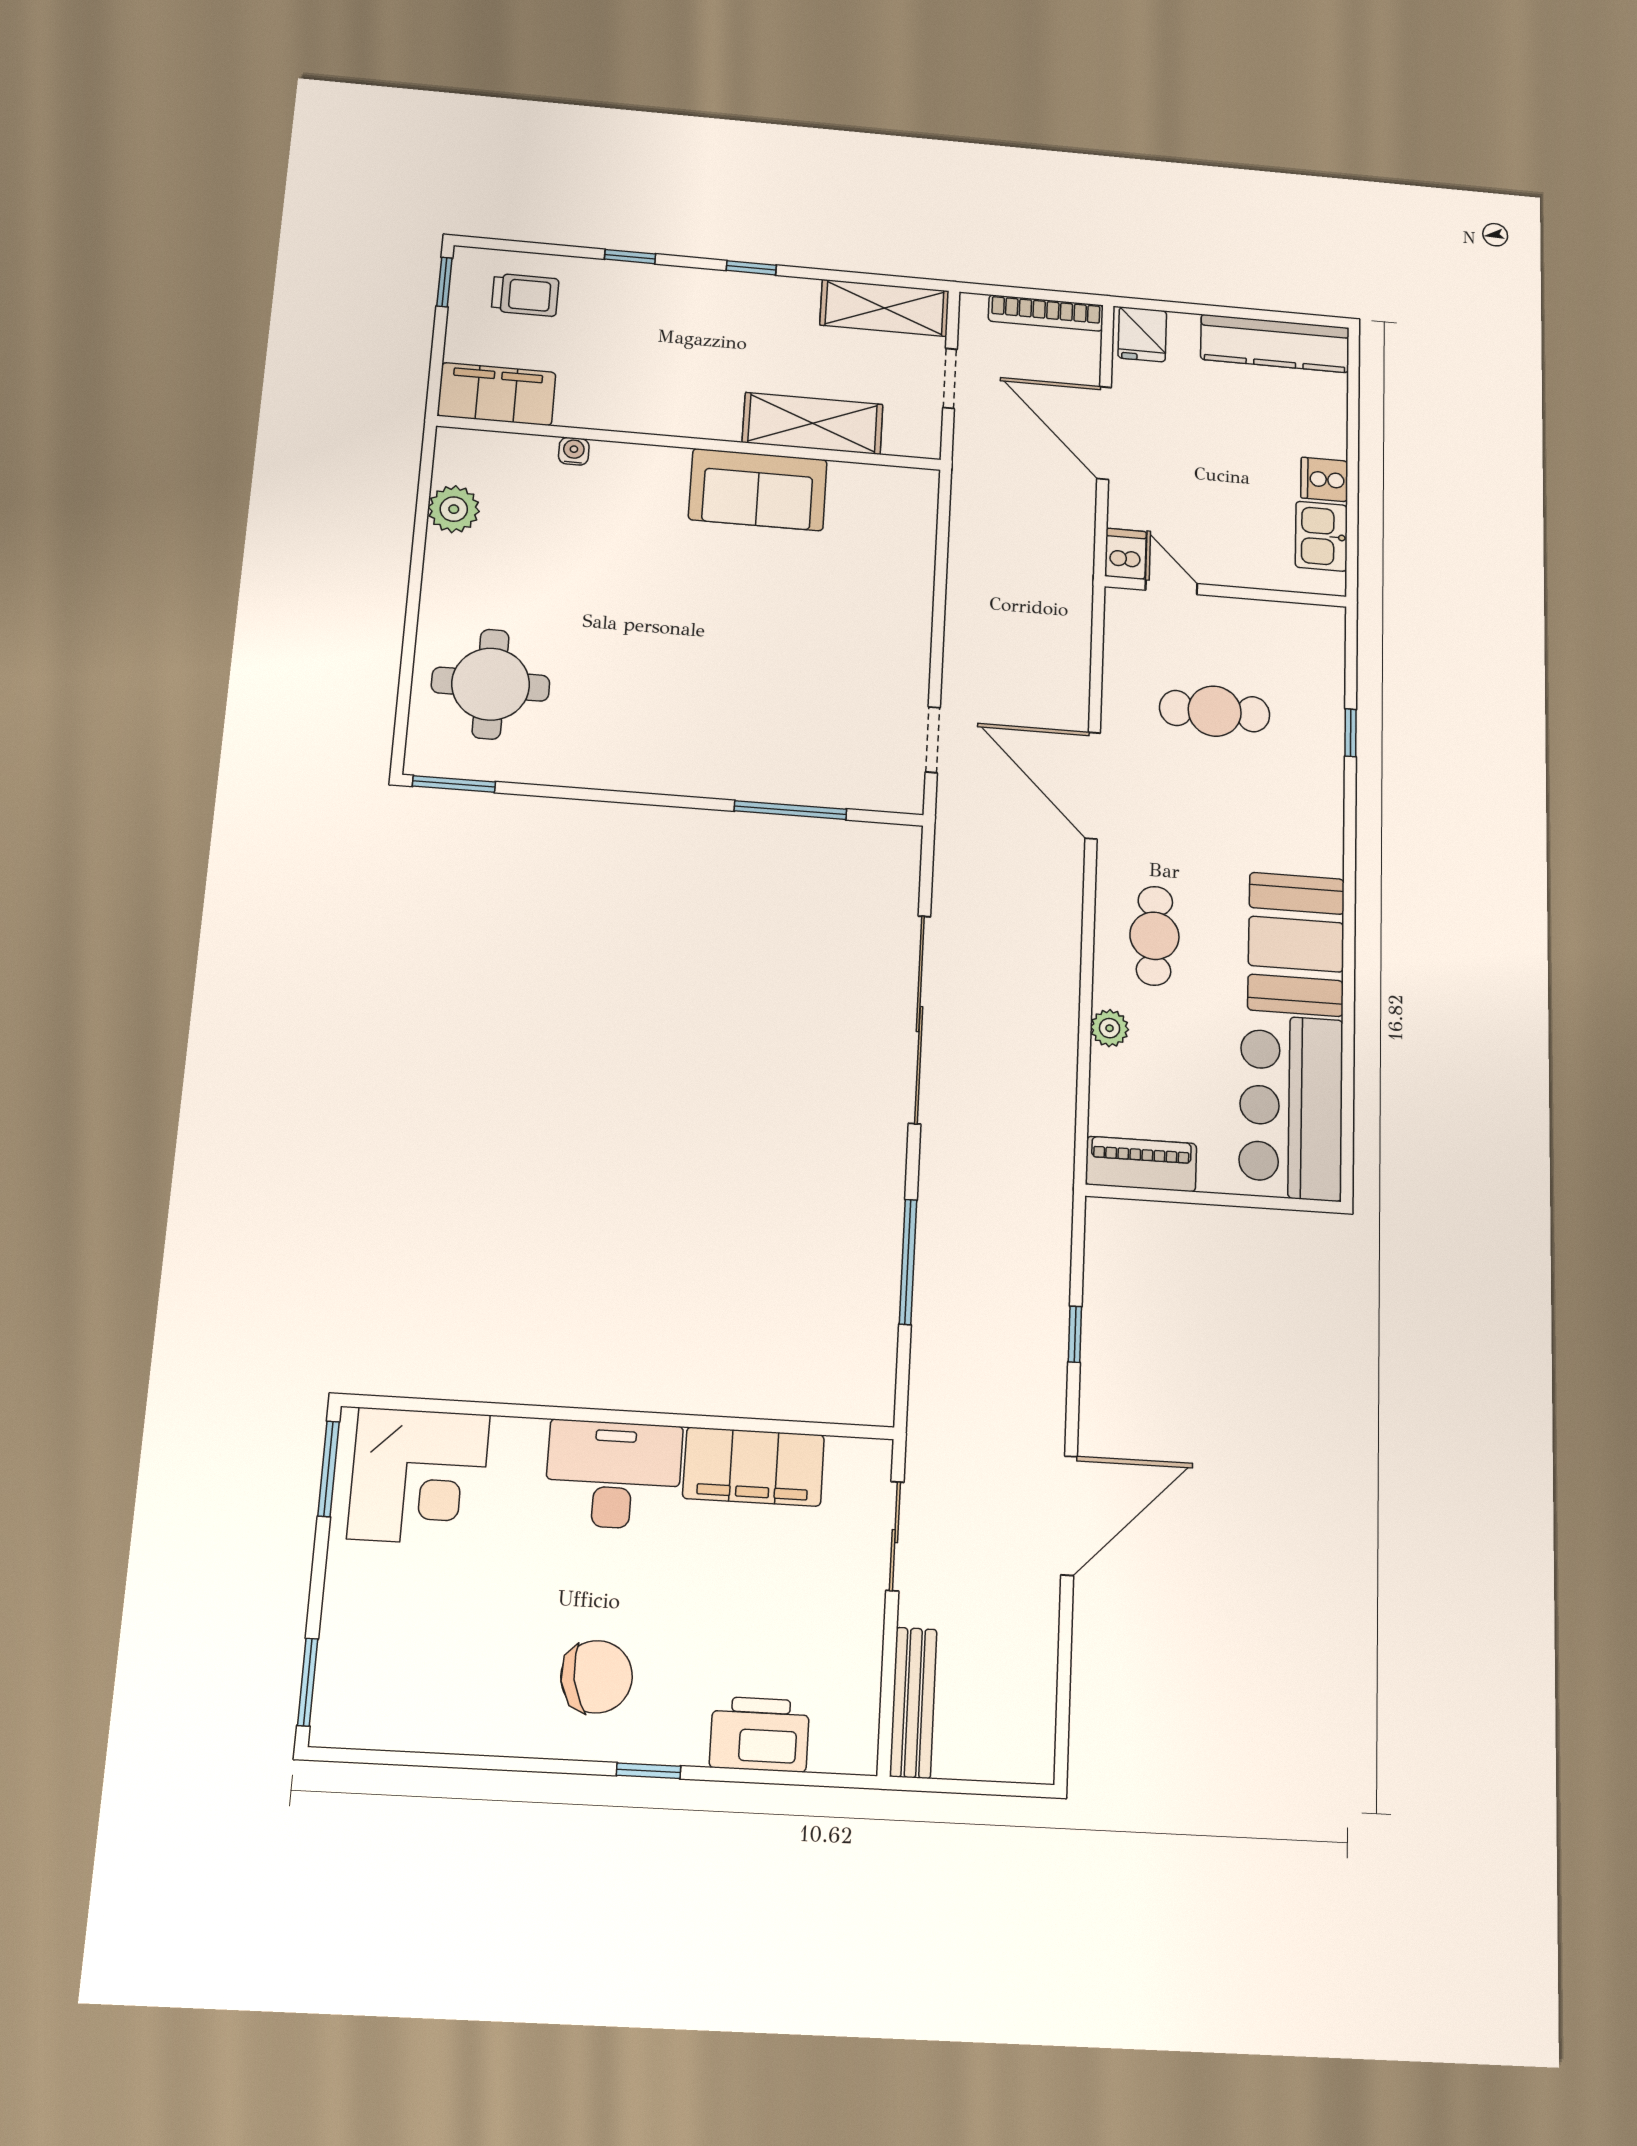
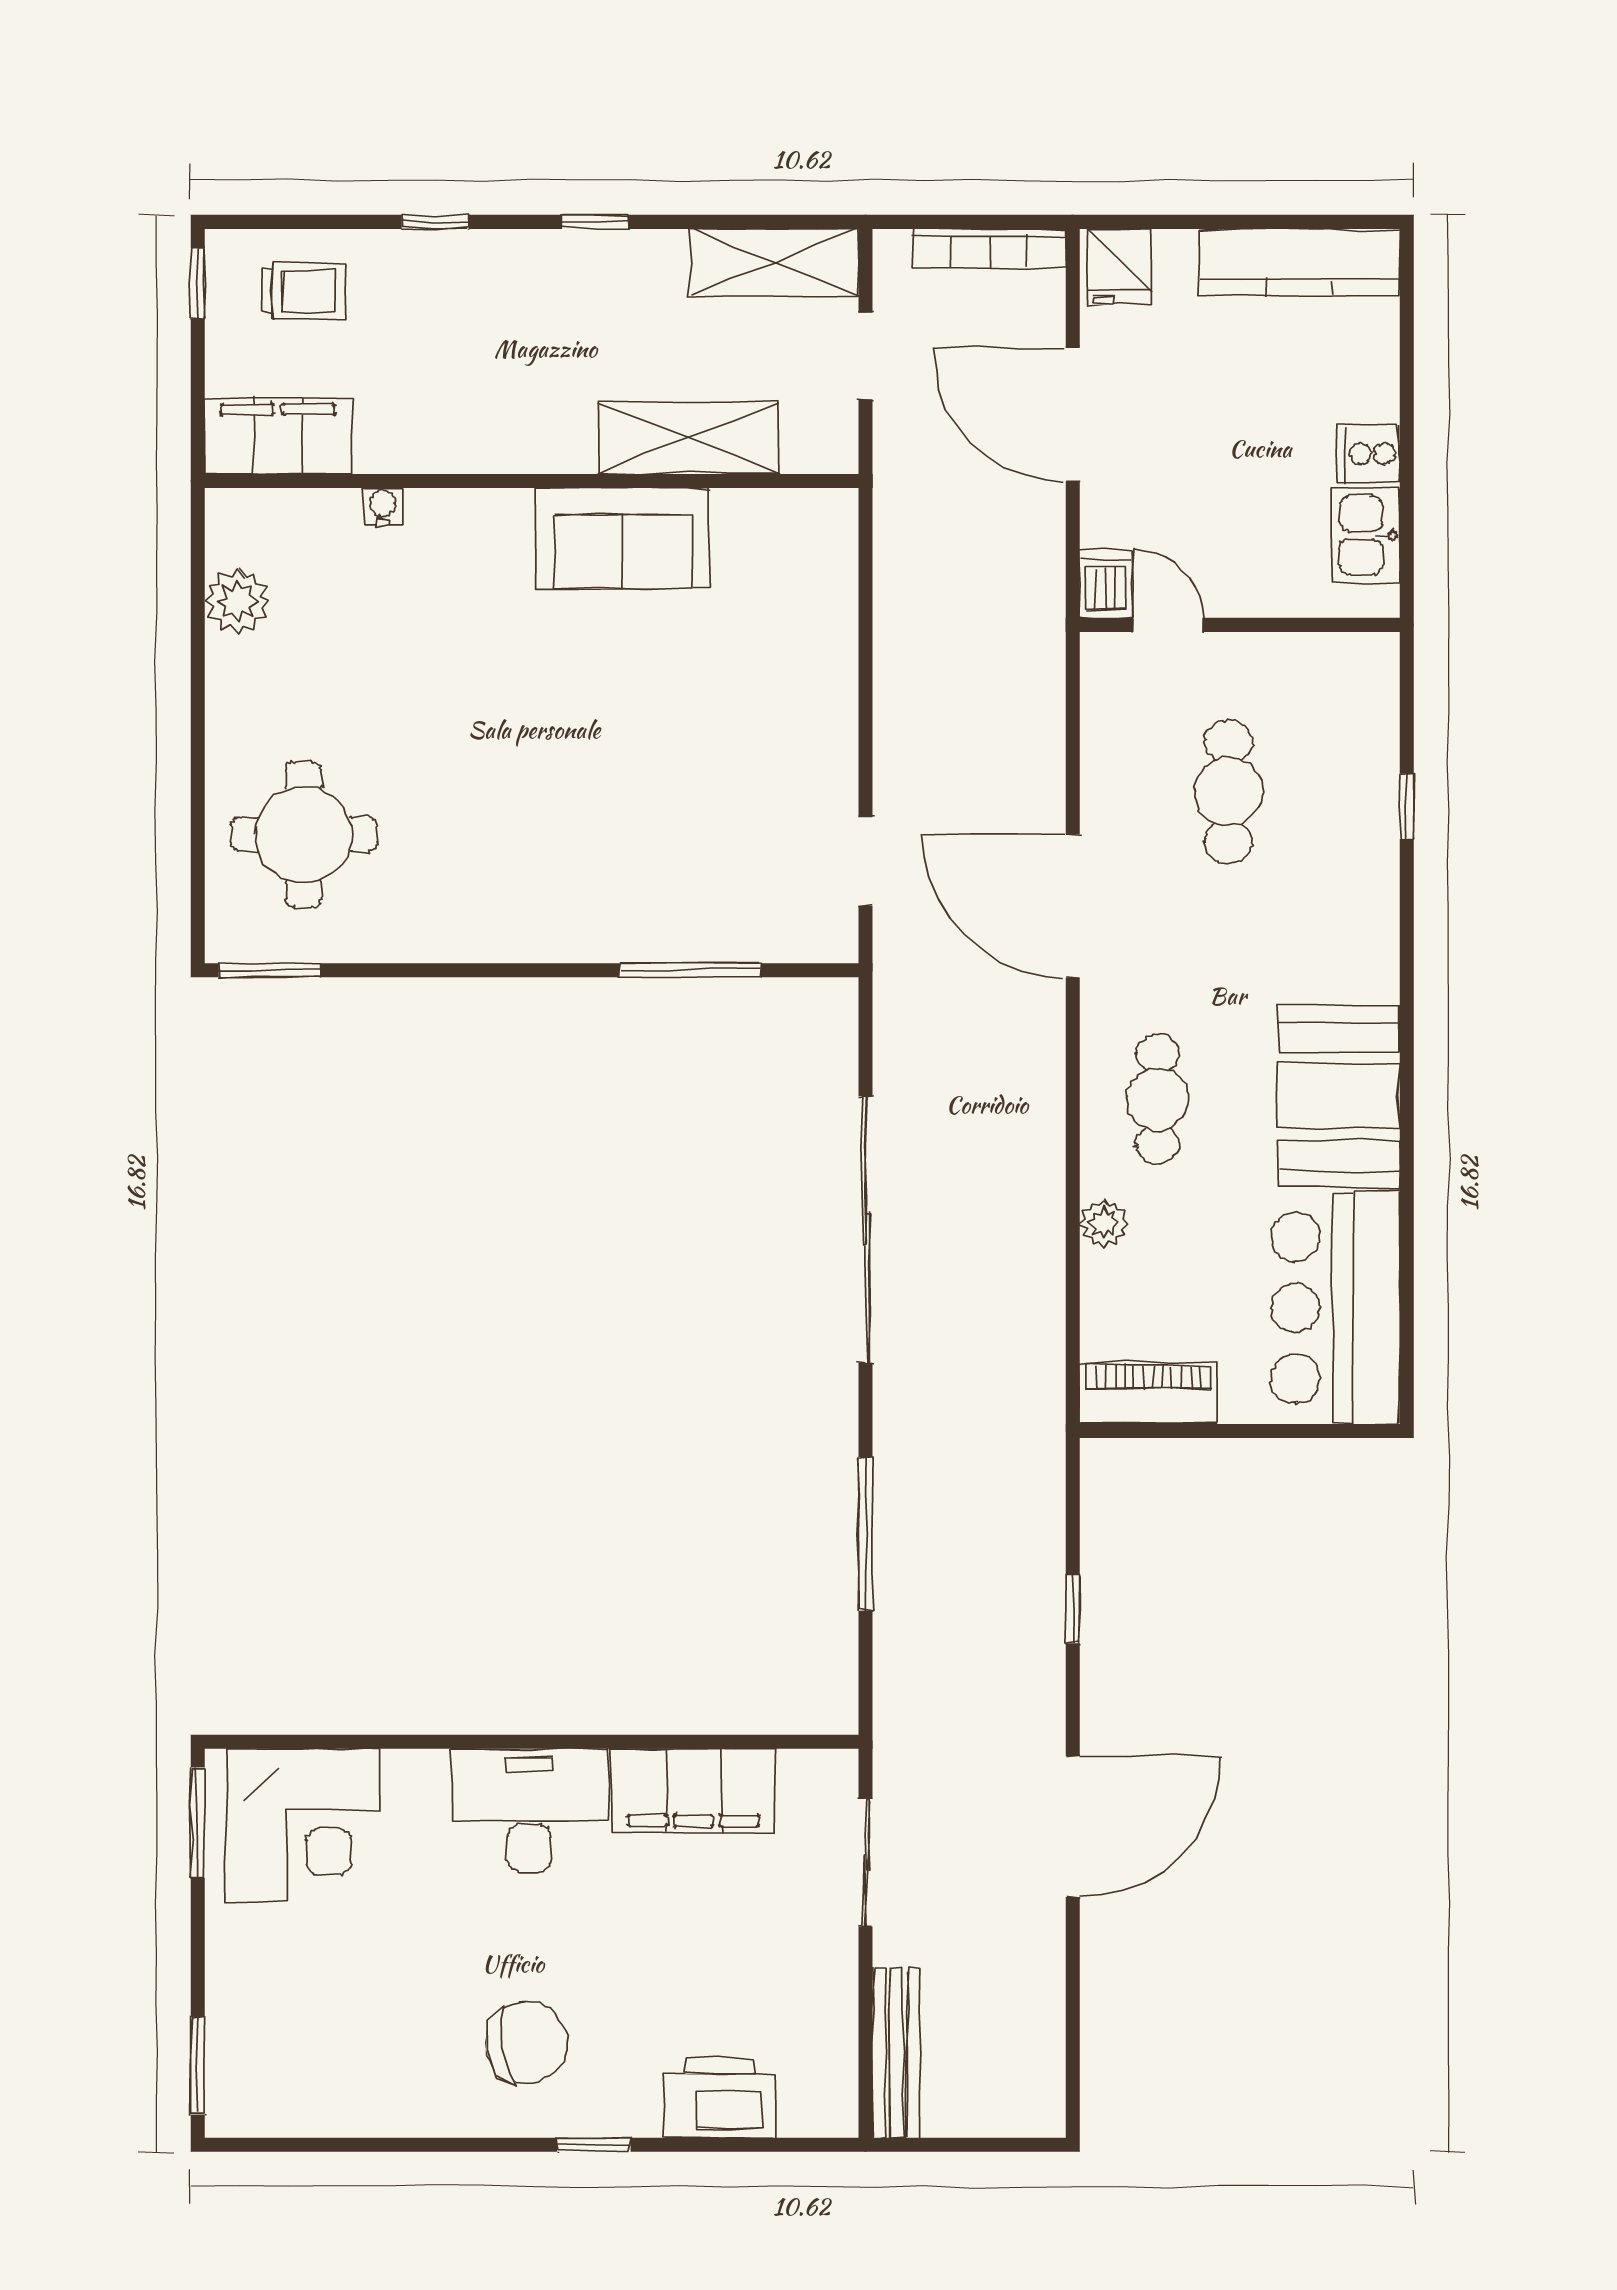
cafe table: (1215, 711) -> (1228, 792), turned 90

